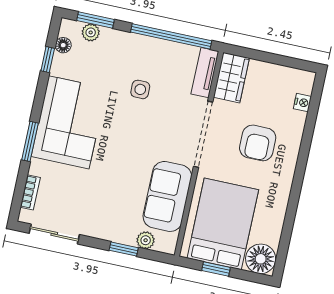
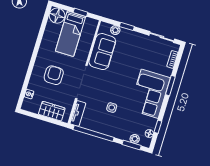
wardrobe: (231, 78) -> (52, 111), moved, turned 90
bed: (223, 224) -> (70, 34), width x0.67

